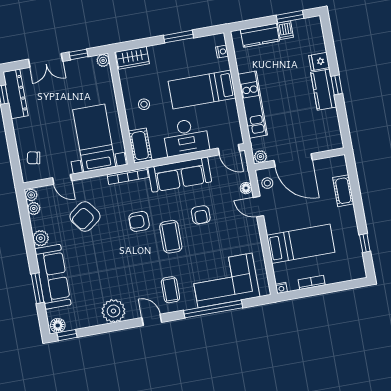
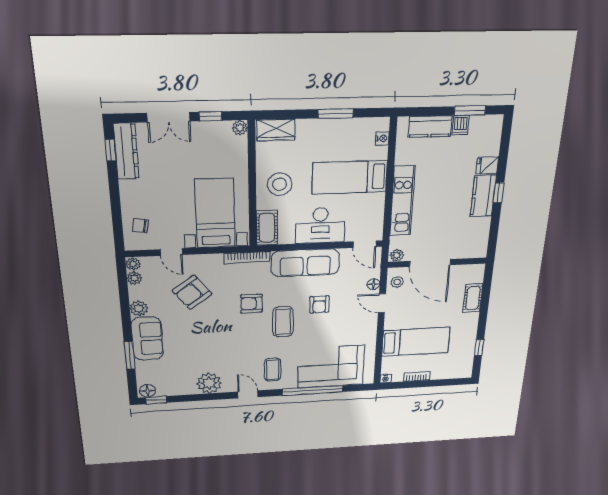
stool: (144, 104) -> (280, 184), width x1.89, depth x1.89
sofa: (53, 277) -> (147, 339), width x0.73

